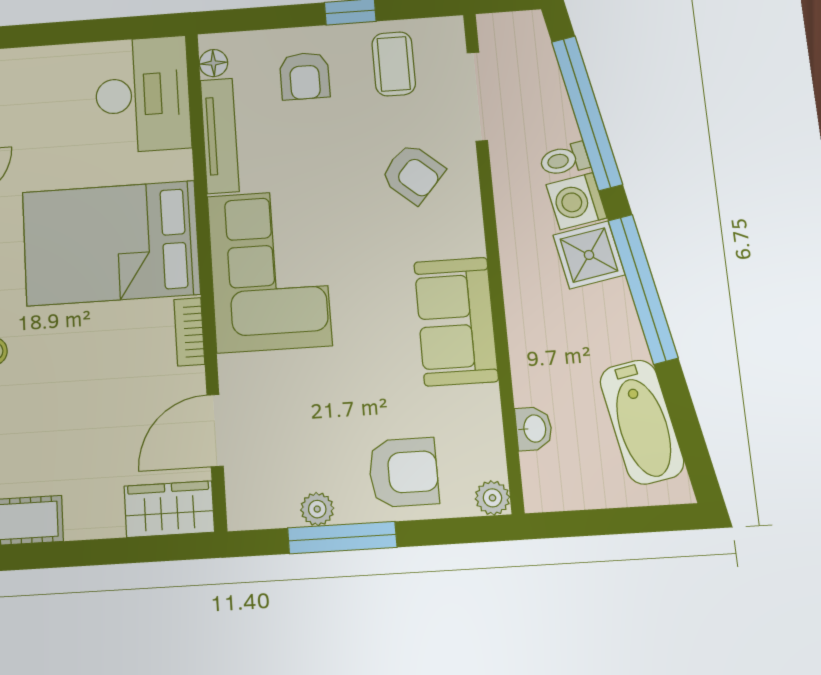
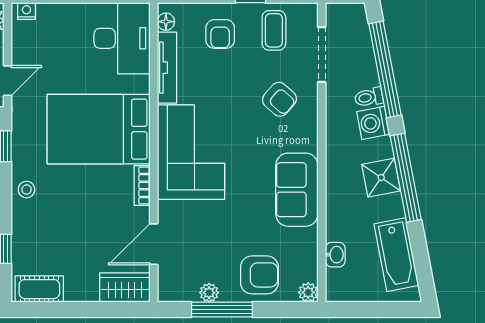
shower: (589, 255) -> (381, 178), moved

